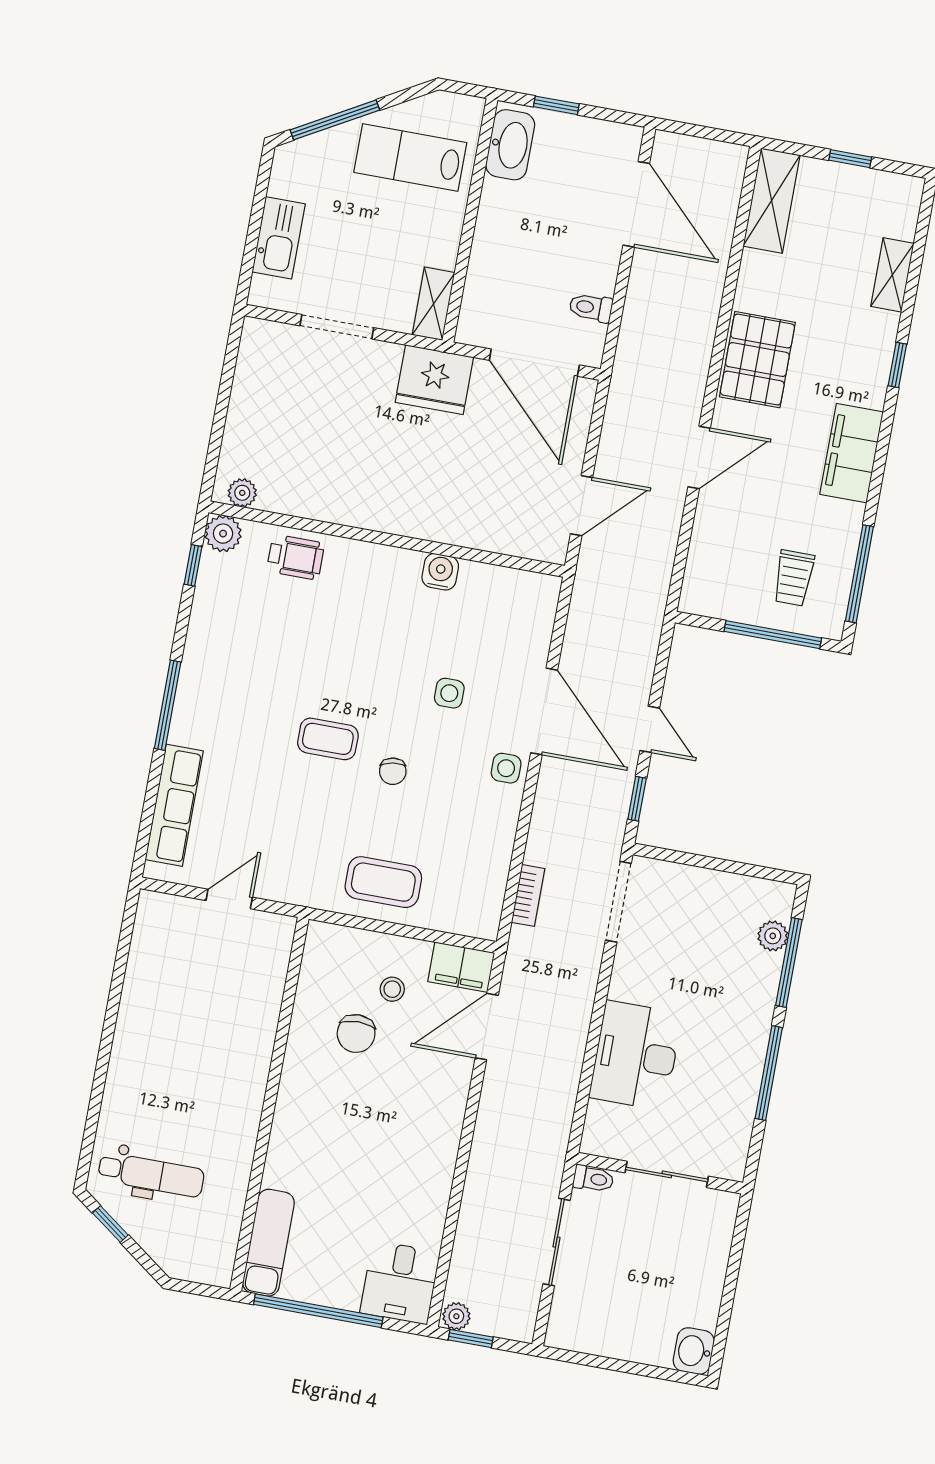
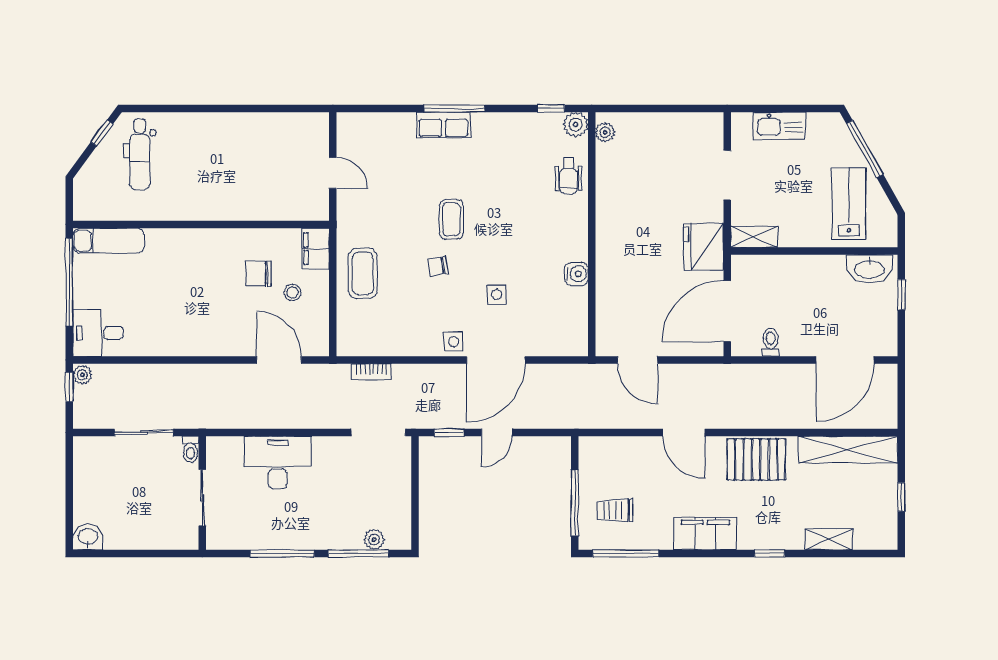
shelving: (772, 201) -> (848, 450), width x1.47
row of seats: (174, 805) -> (443, 125), moved, width x0.68
filing cabinet: (461, 967) -> (316, 249), moved

